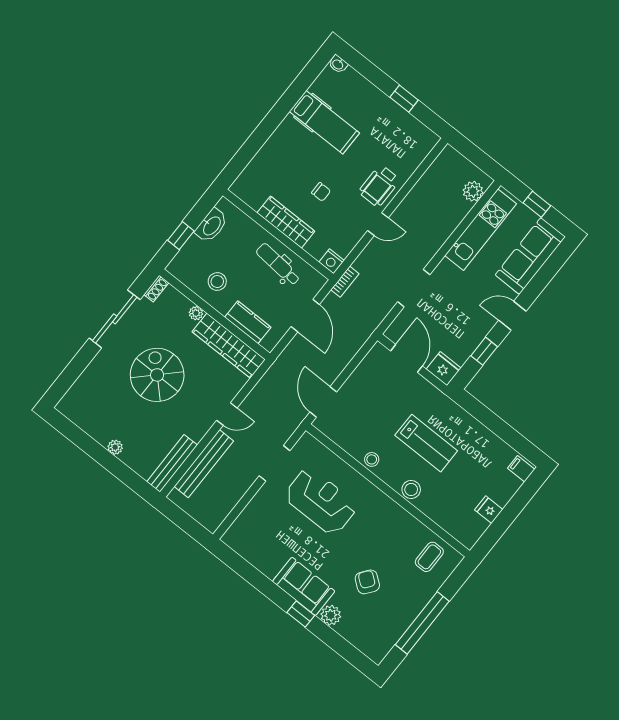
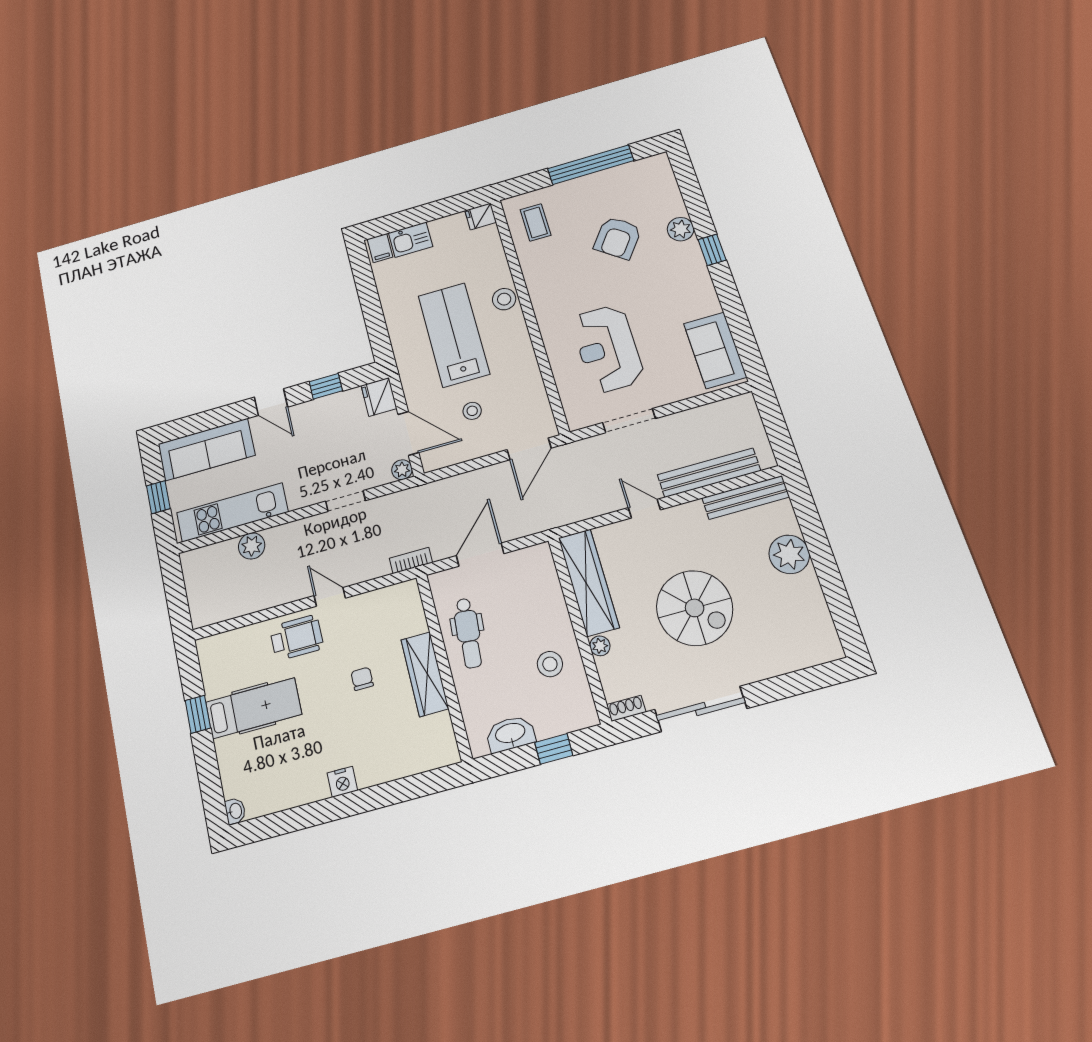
hospital bed: (324, 122) -> (254, 708), moved, turned 90
plant: (473, 191) -> (252, 546), moved
nightstand: (332, 261) -> (342, 782), moved, turned 90
doorway: (414, 288) -> (345, 501), width x0.73
kitchen counter: (248, 322) -> (548, 593), removed
plant: (393, 333) -> (402, 470), added
door: (407, 358) -> (408, 433), swing flipped
spiral stairs: (157, 375) -> (695, 608), turned -90
lab bench: (426, 443) -> (454, 335), width x1.36, depth x1.39
plant: (115, 447) -> (789, 554), width x1.87, depth x1.87
stool: (372, 459) -> (472, 411), moved
kitchen sink: (505, 488) -> (411, 240), added
fridge: (489, 510) -> (481, 216), moved, turned 90
coffee table: (429, 557) -> (536, 222), turned 90
armchair: (367, 582) -> (618, 238), width x1.38, depth x1.38
sofa: (304, 586) -> (715, 350), moved

